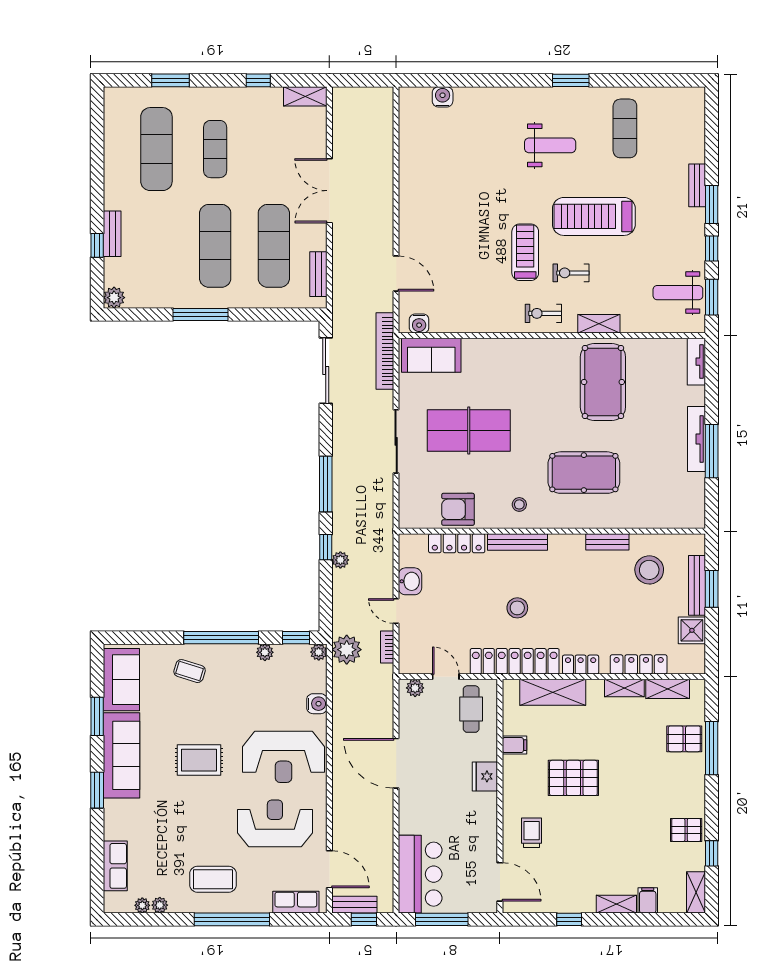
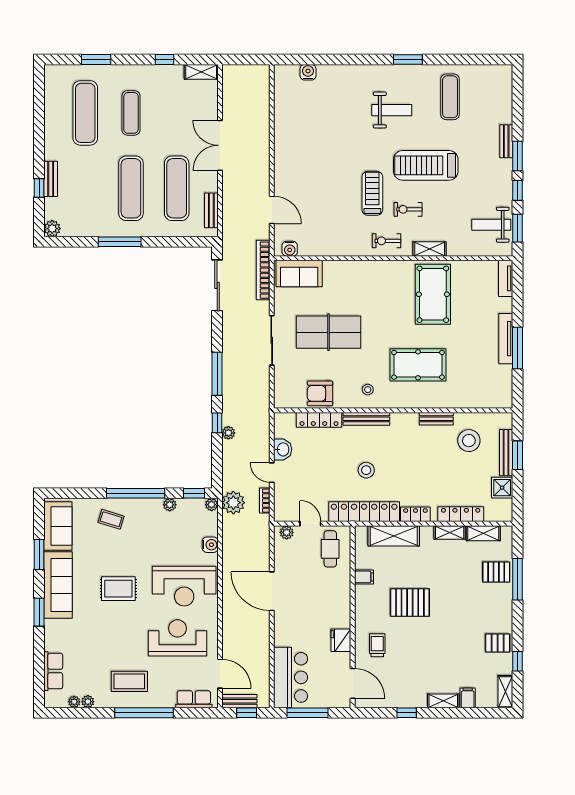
fridge: (485, 776) -> (341, 640), moved

